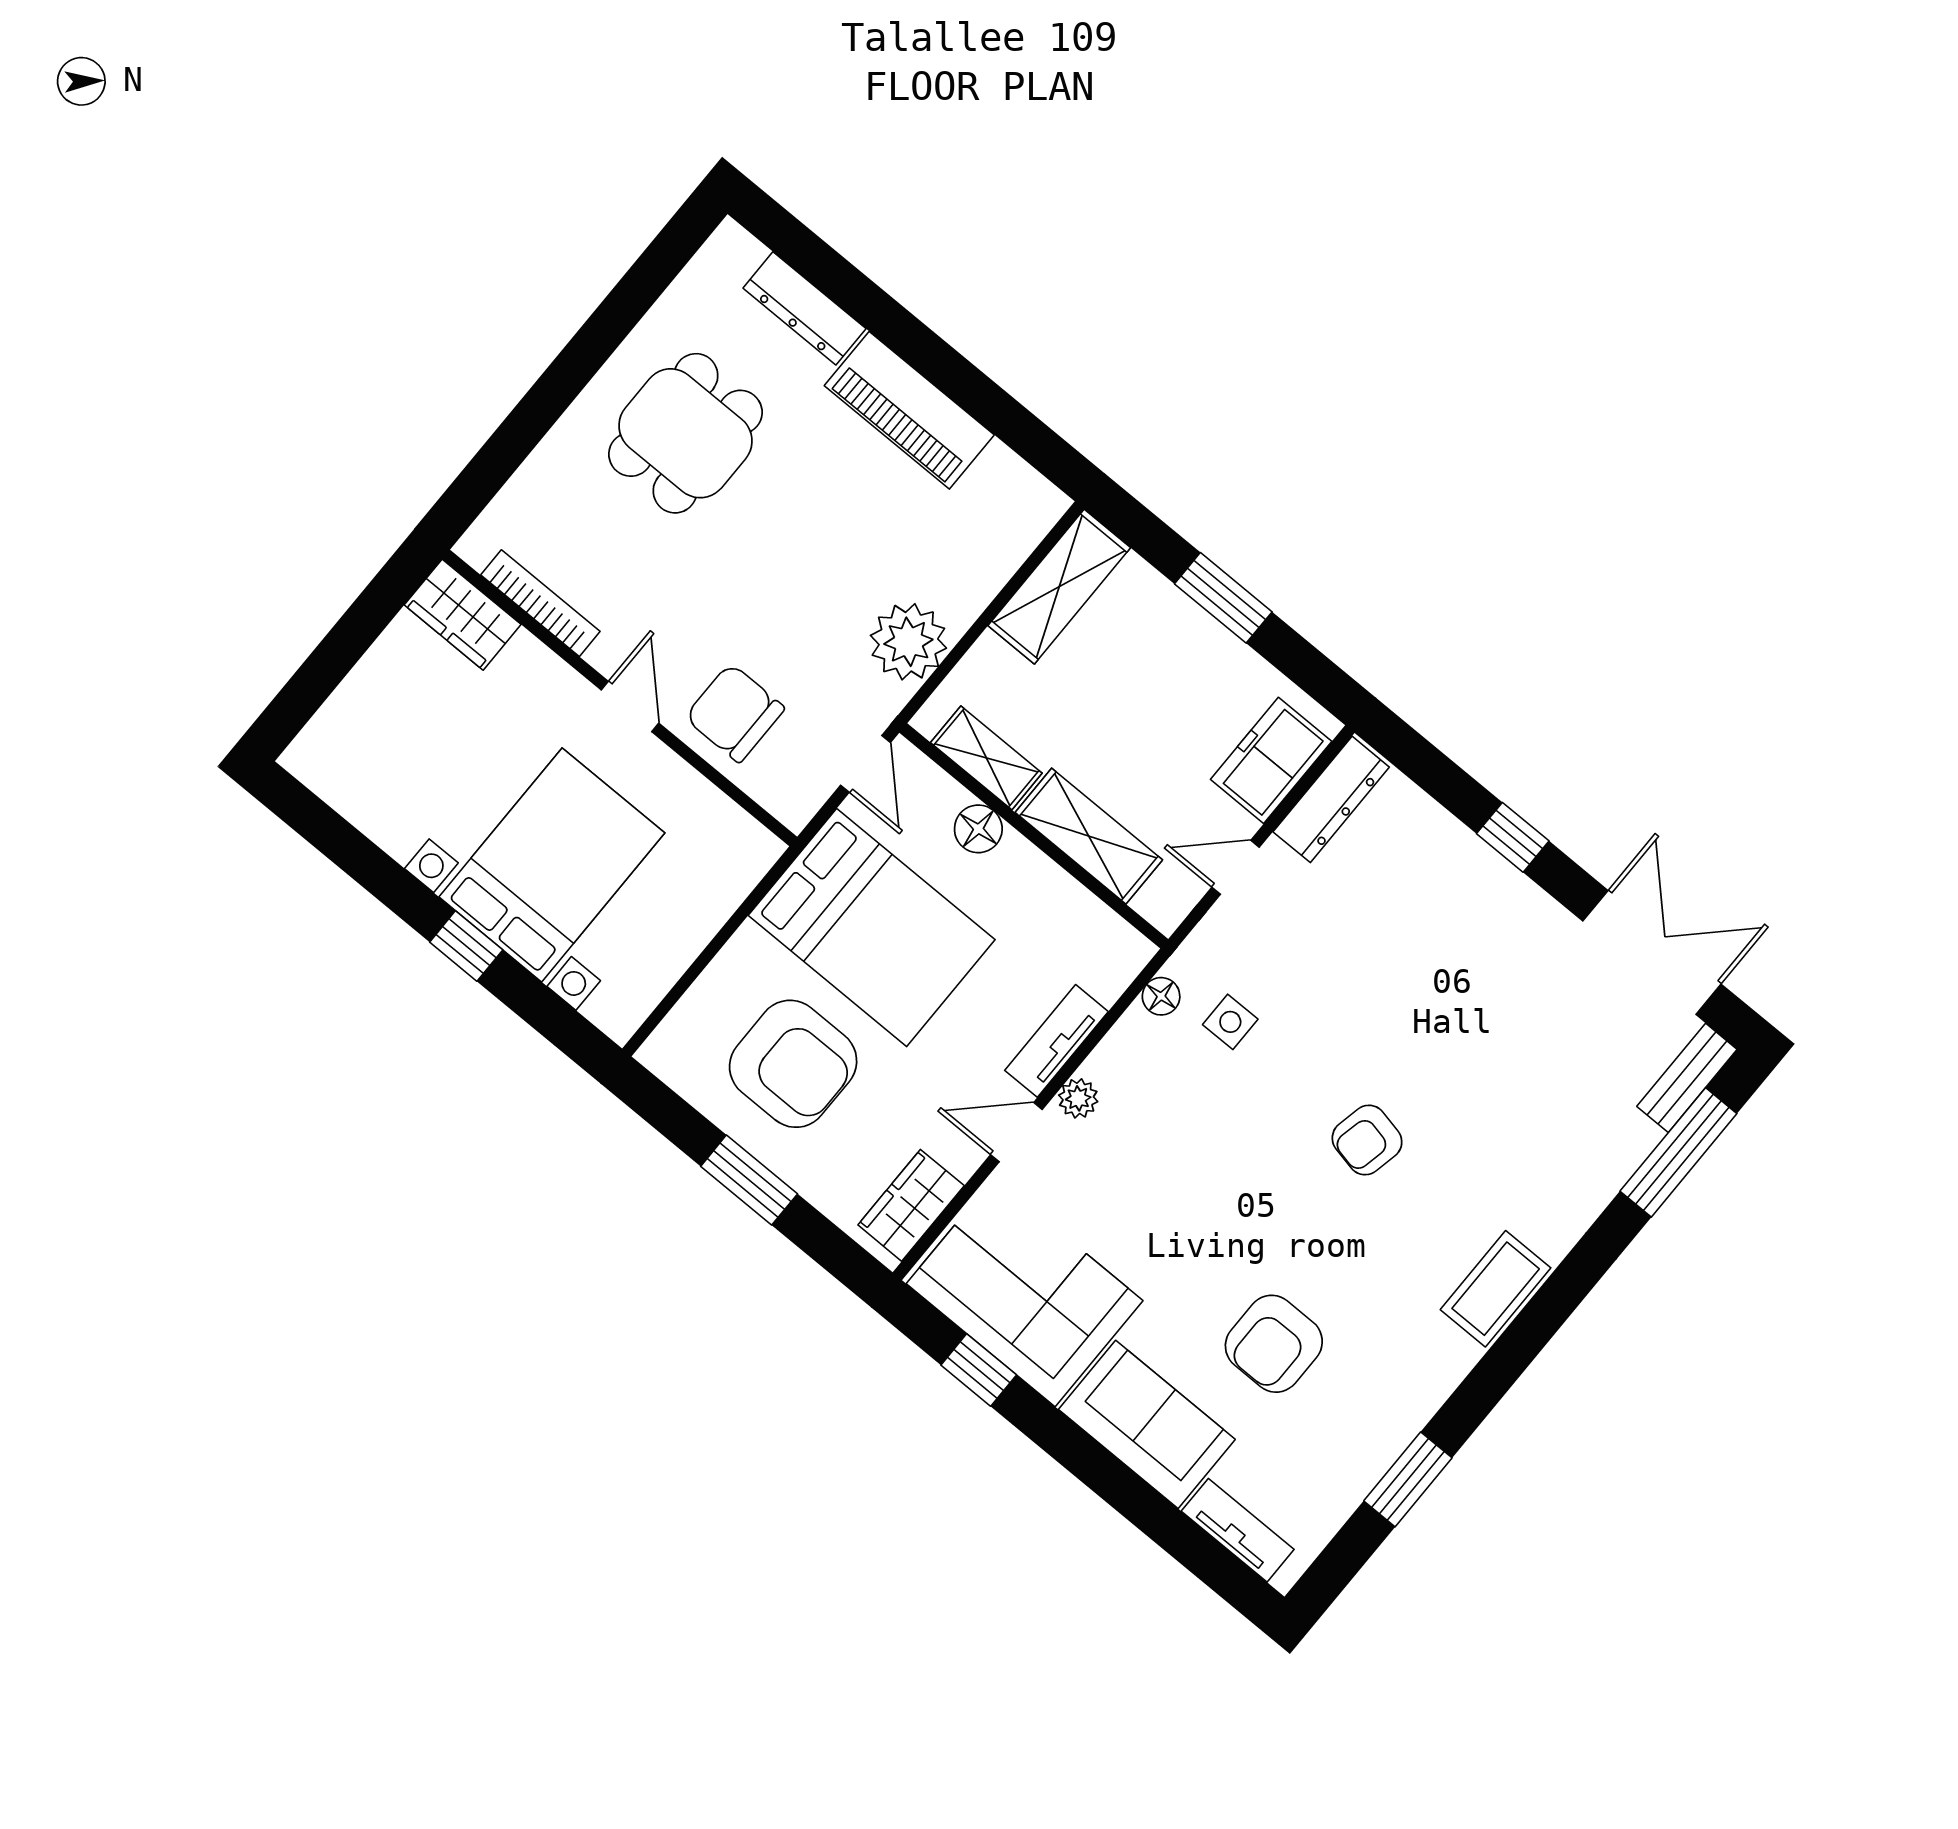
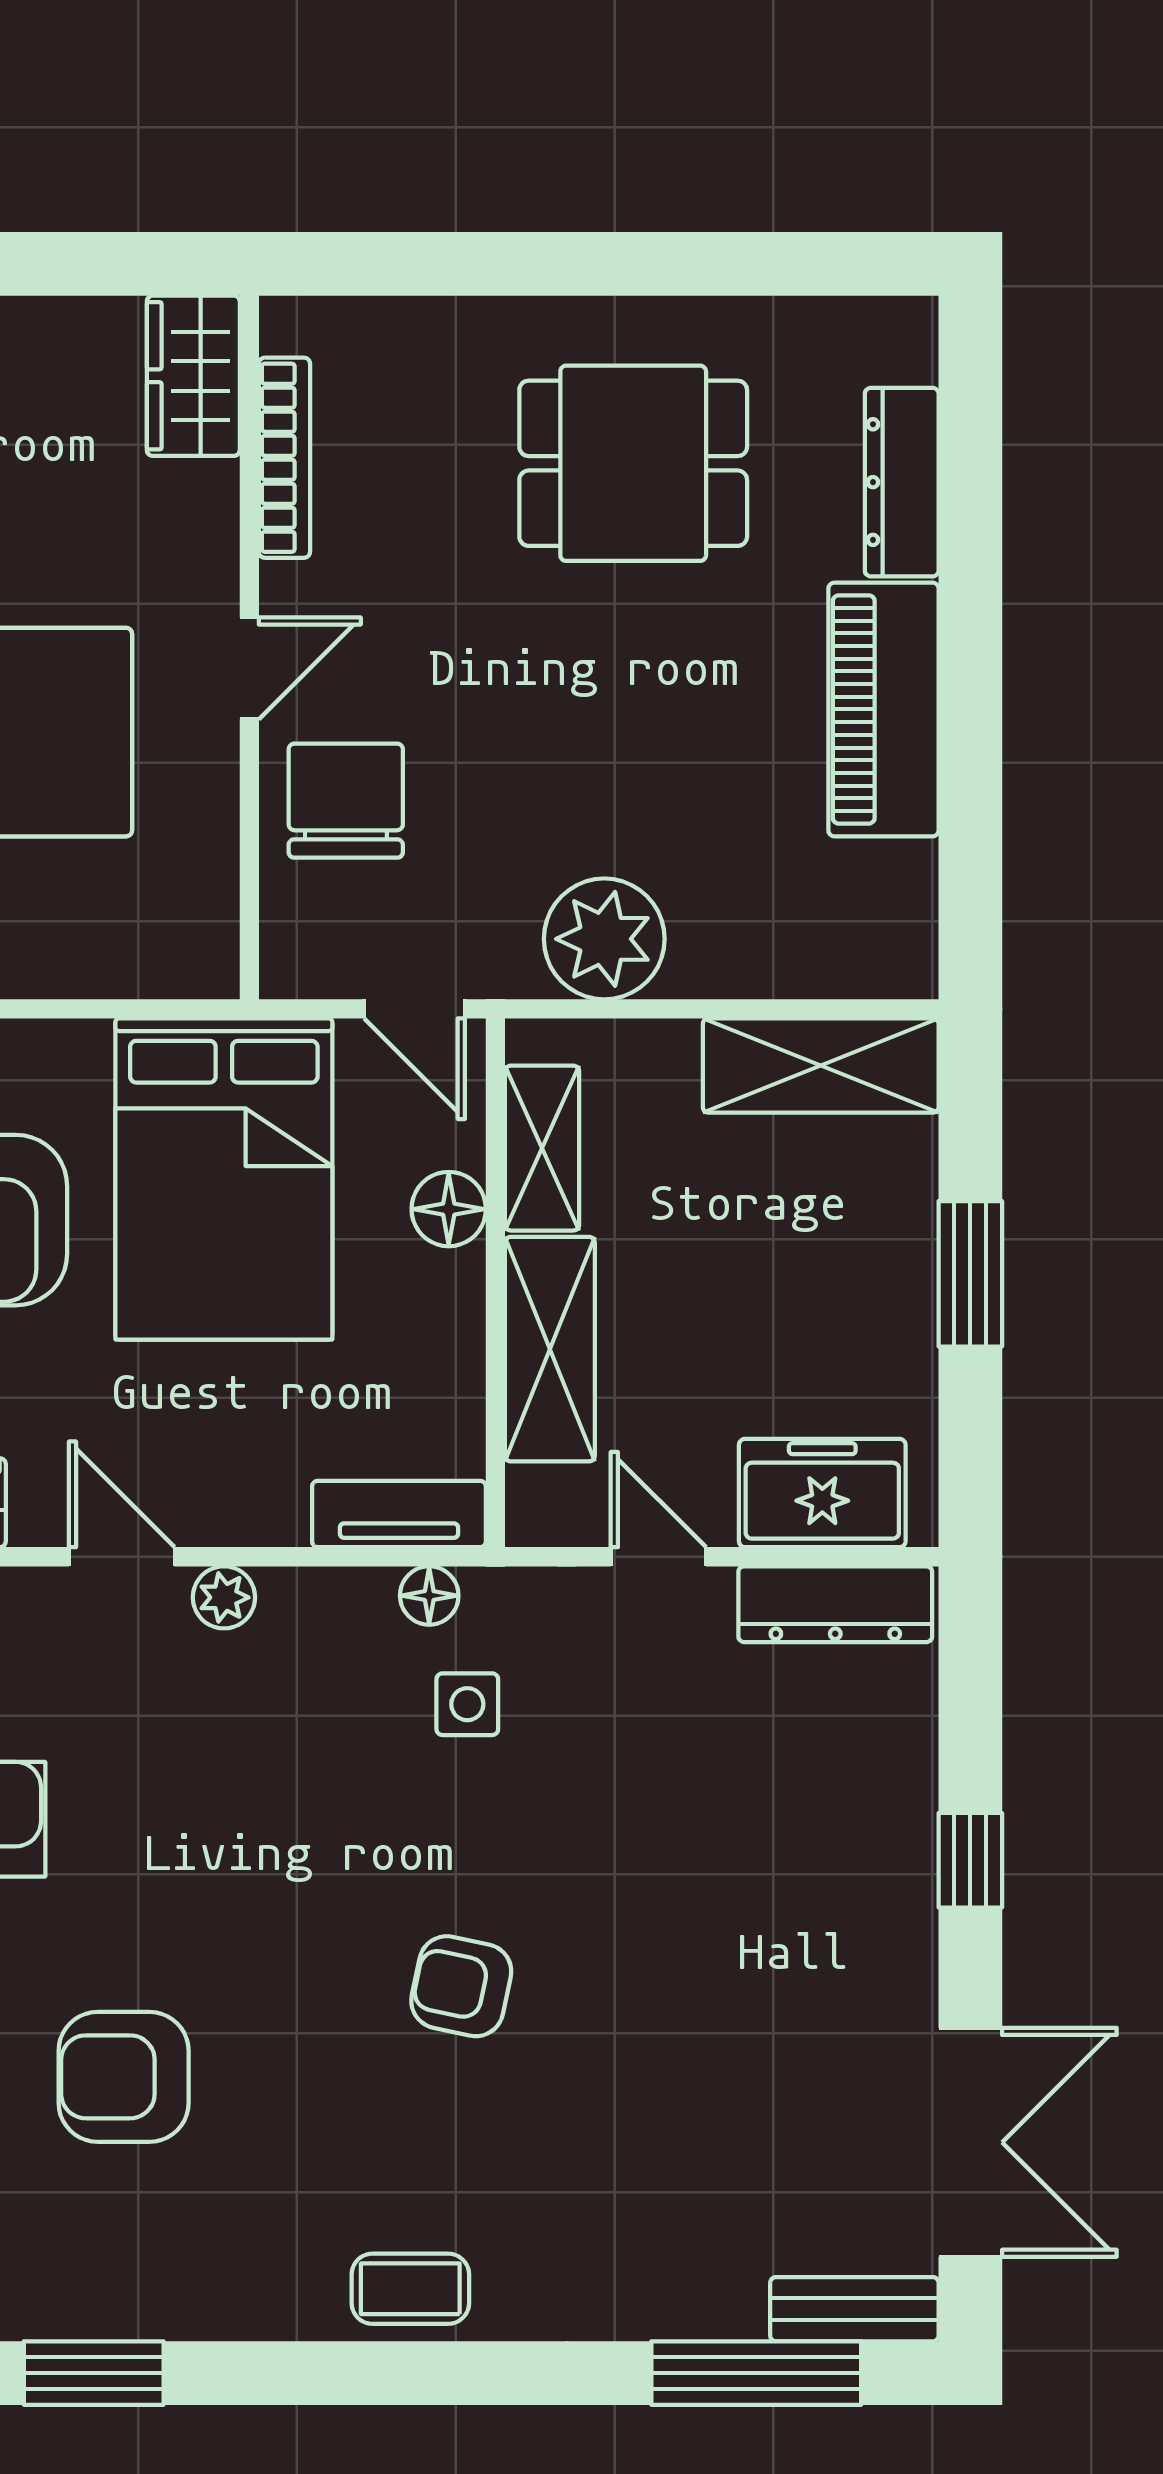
door: (865, 764) -> (415, 1009), hinge flipped
tv unit: (1056, 1041) -> (399, 1514), moved
coffee table: (1496, 1289) -> (410, 2289), width x0.73, depth x0.77

